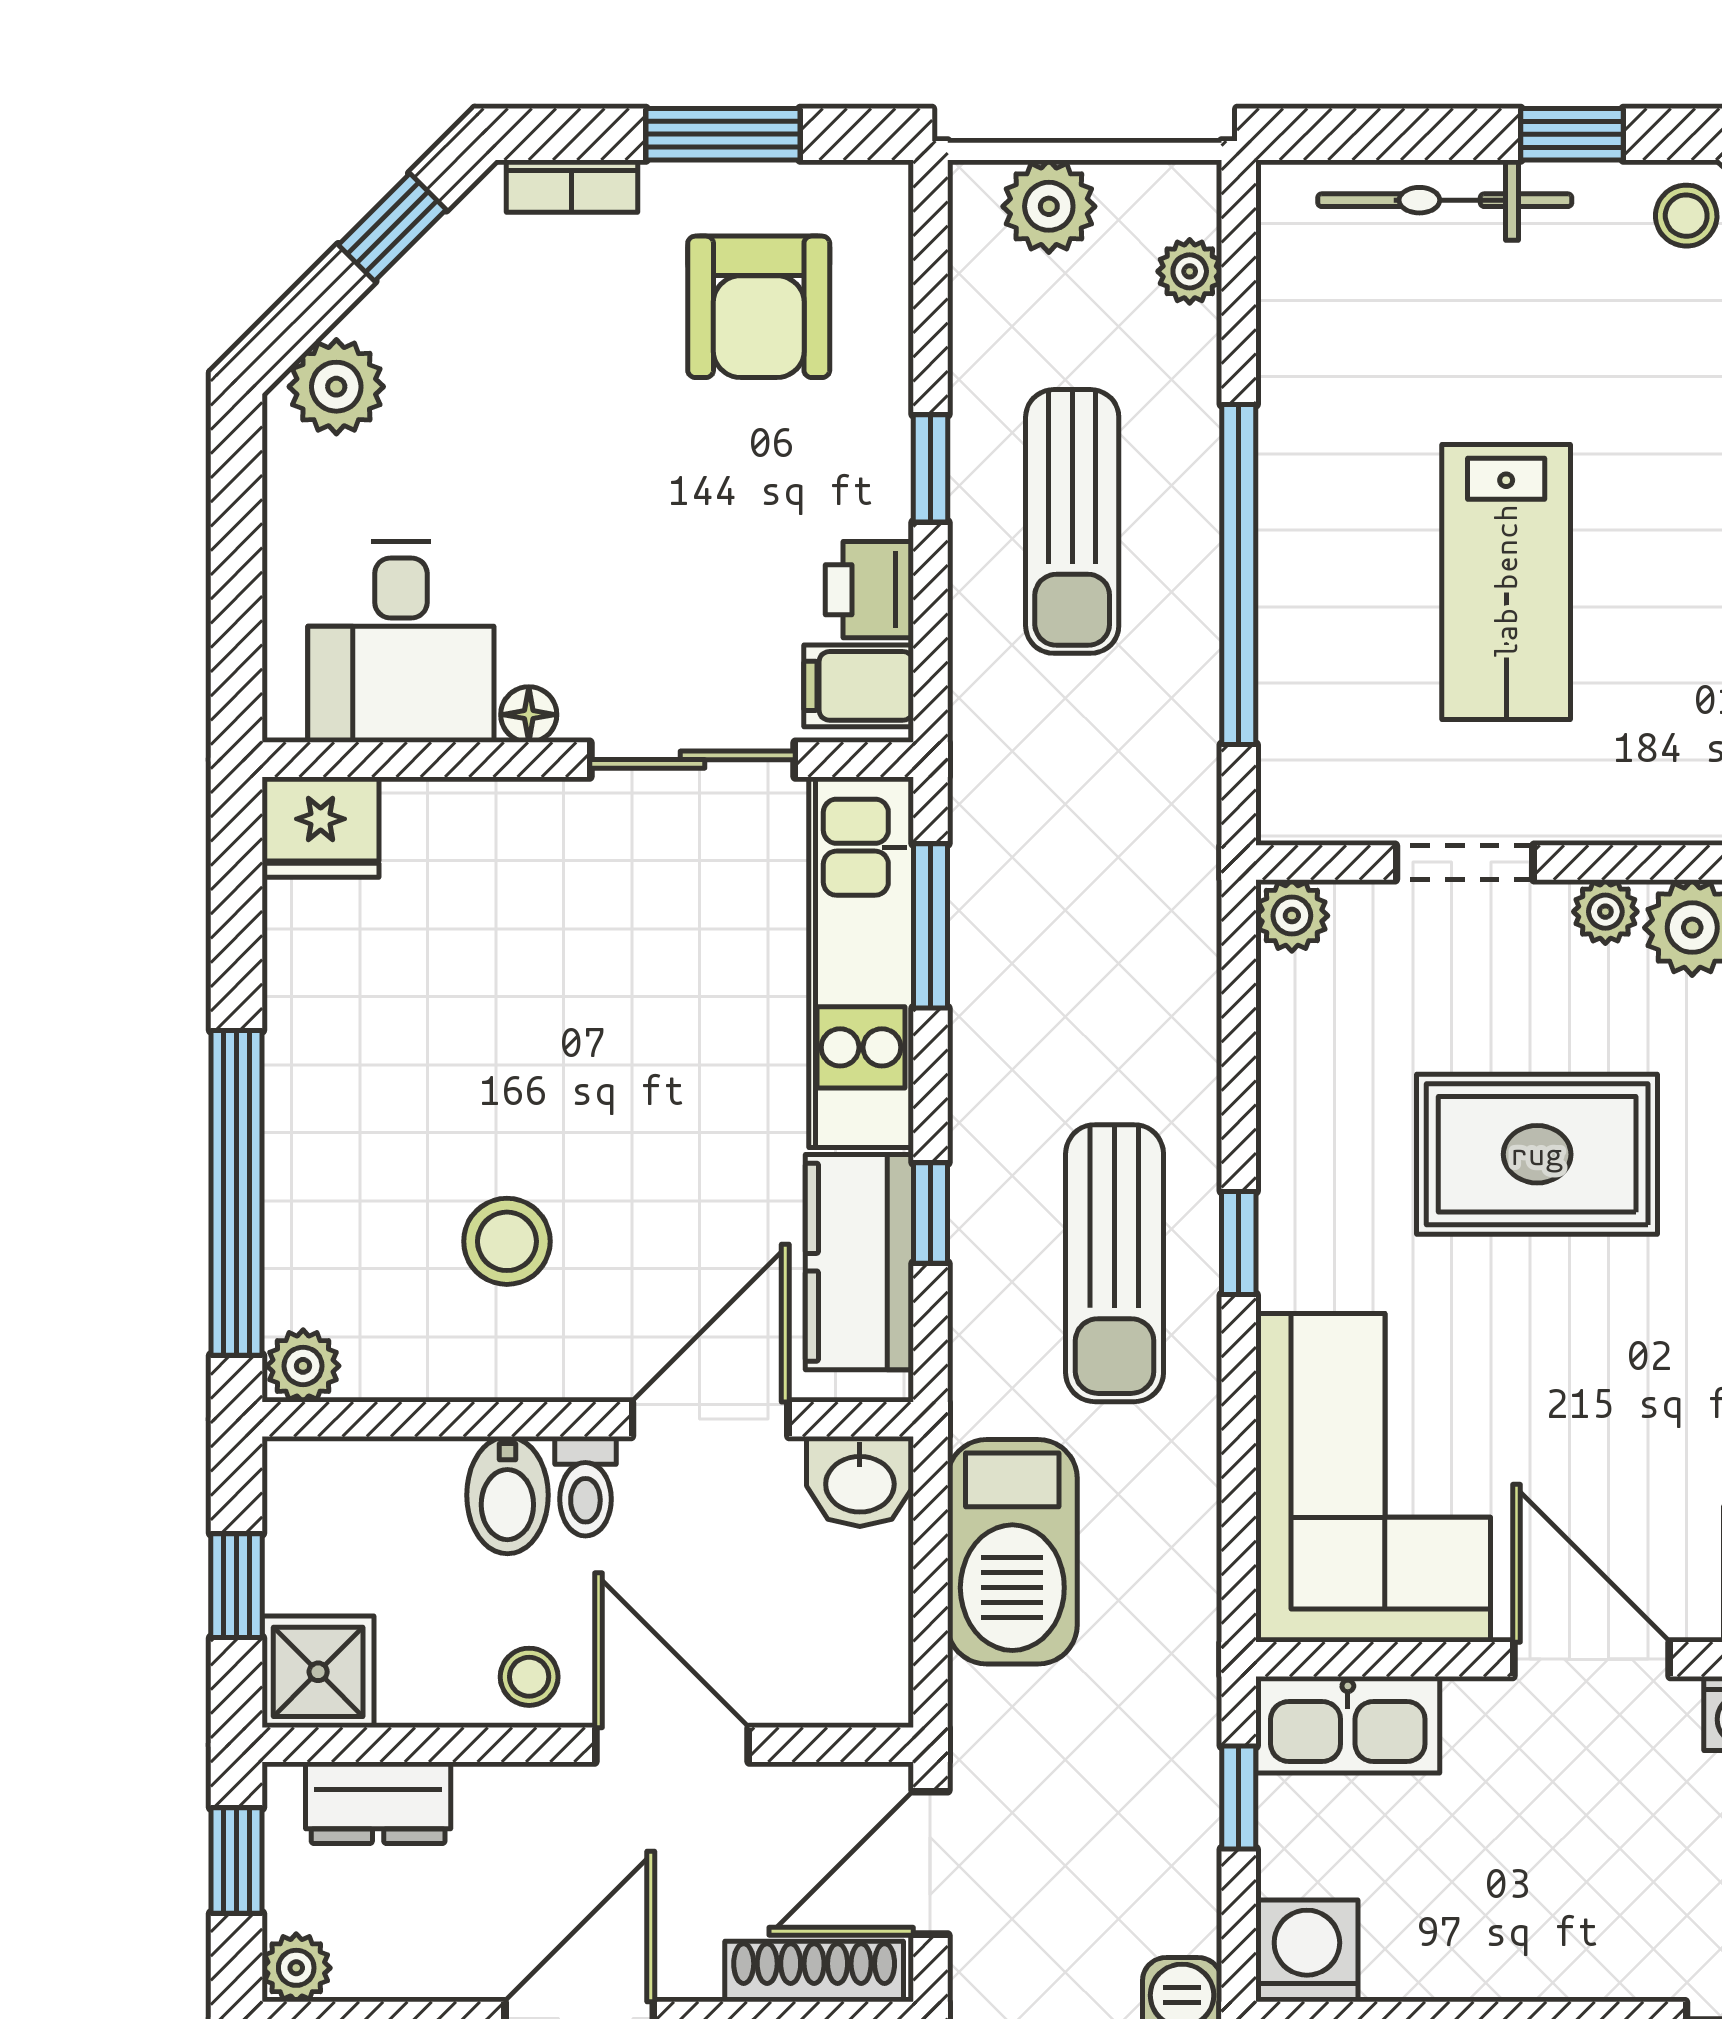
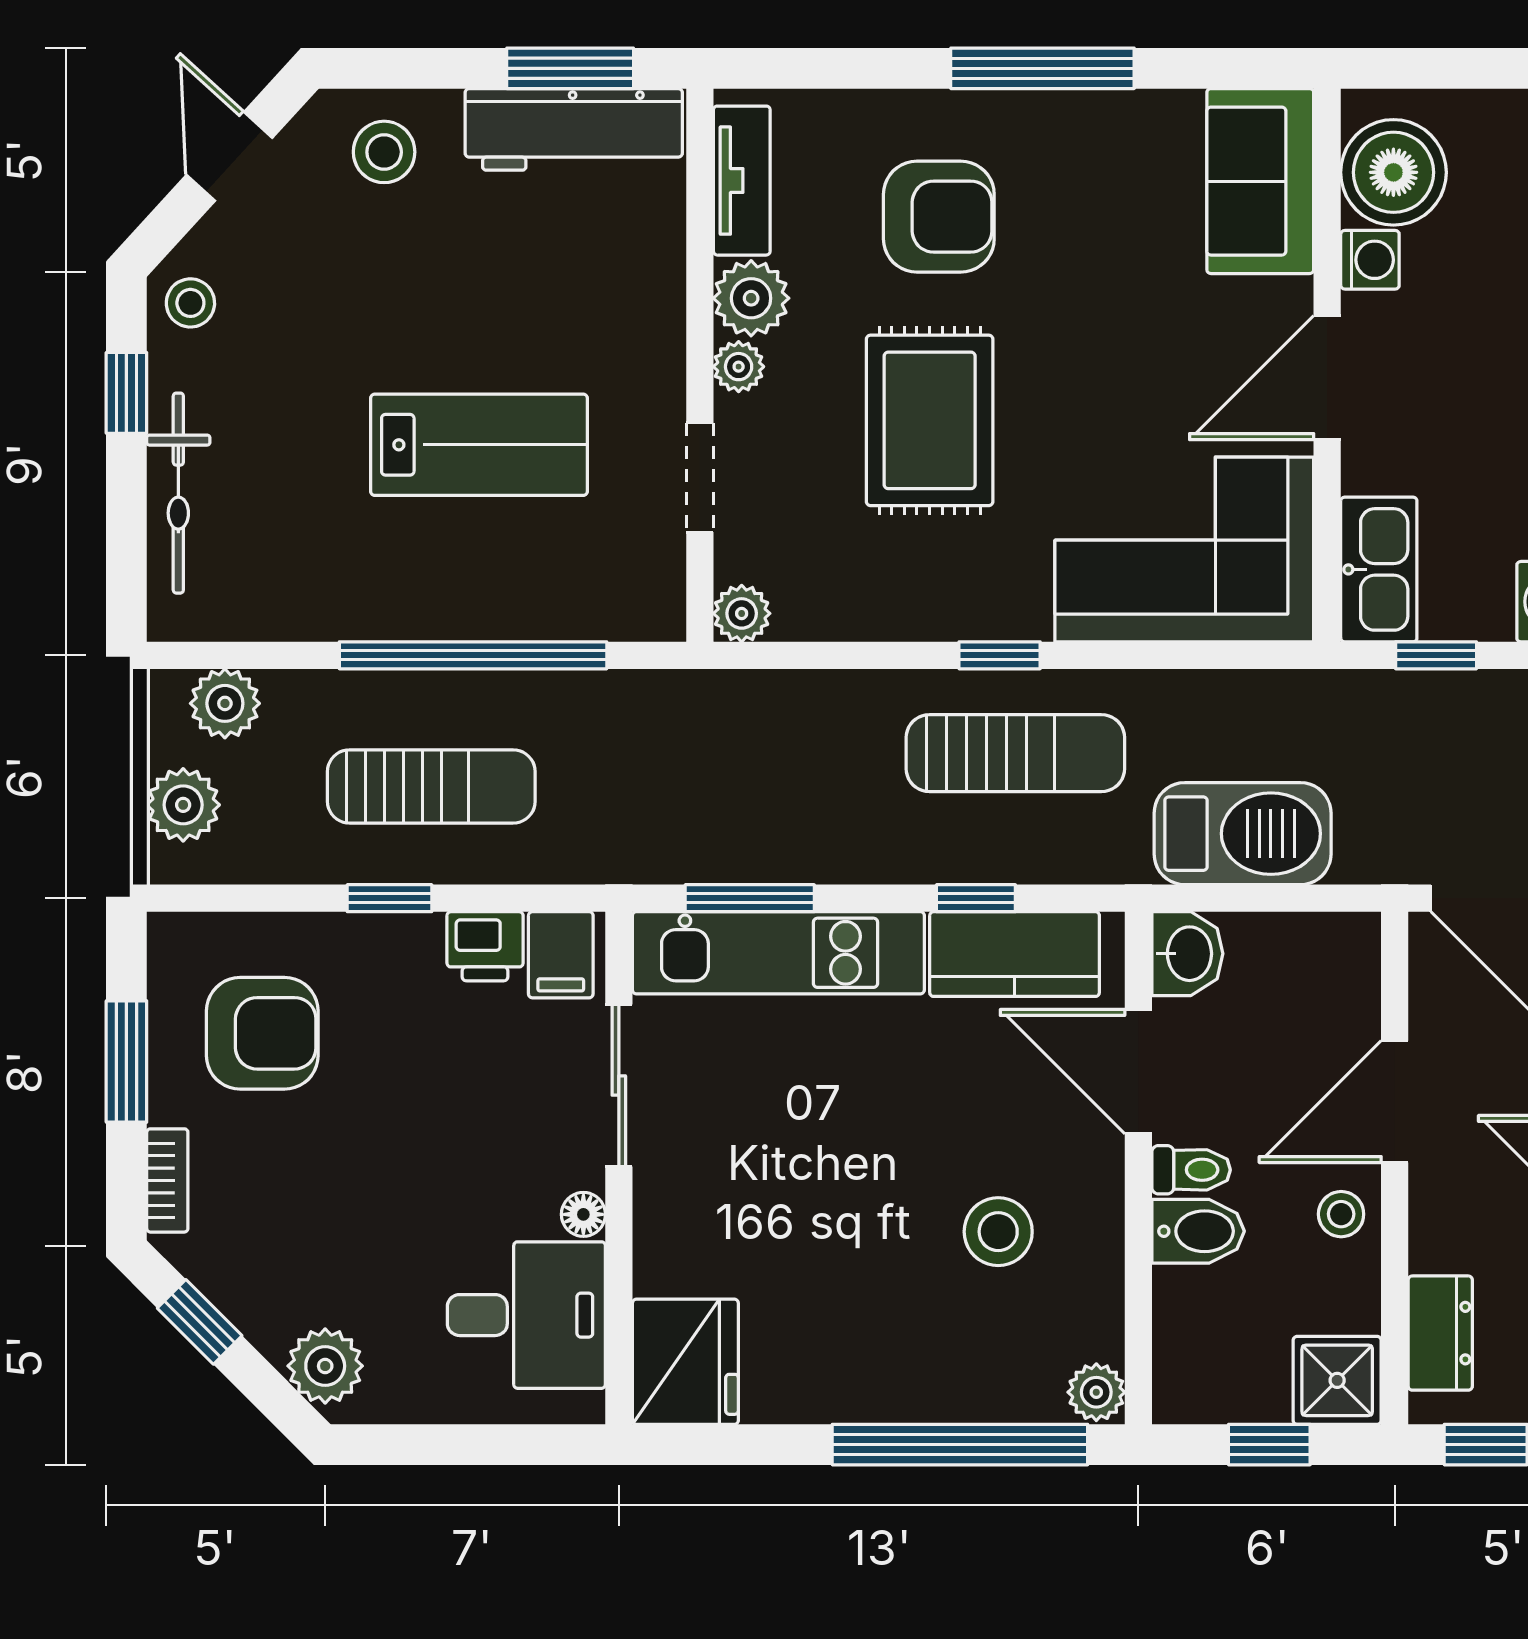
plant: (1190, 271) -> (225, 703), width x1.38, depth x1.38
fridge: (321, 827) -> (685, 1362), width x1.36, depth x1.34

